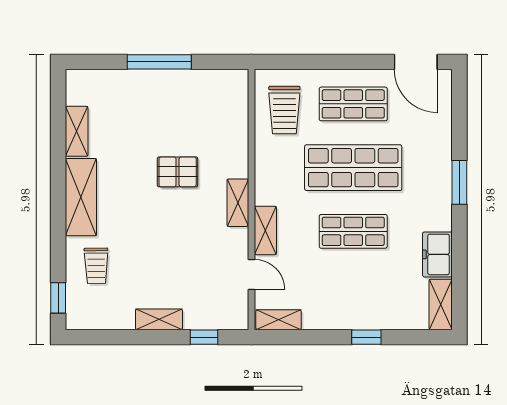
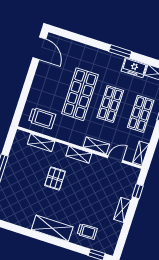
door: (416, 62) -> (39, 48), hinge flipped
shop shelf: (353, 104) -> (141, 114), moved
shelving: (77, 131) -> (41, 143), moved
window: (459, 182) -> (120, 51), moved

